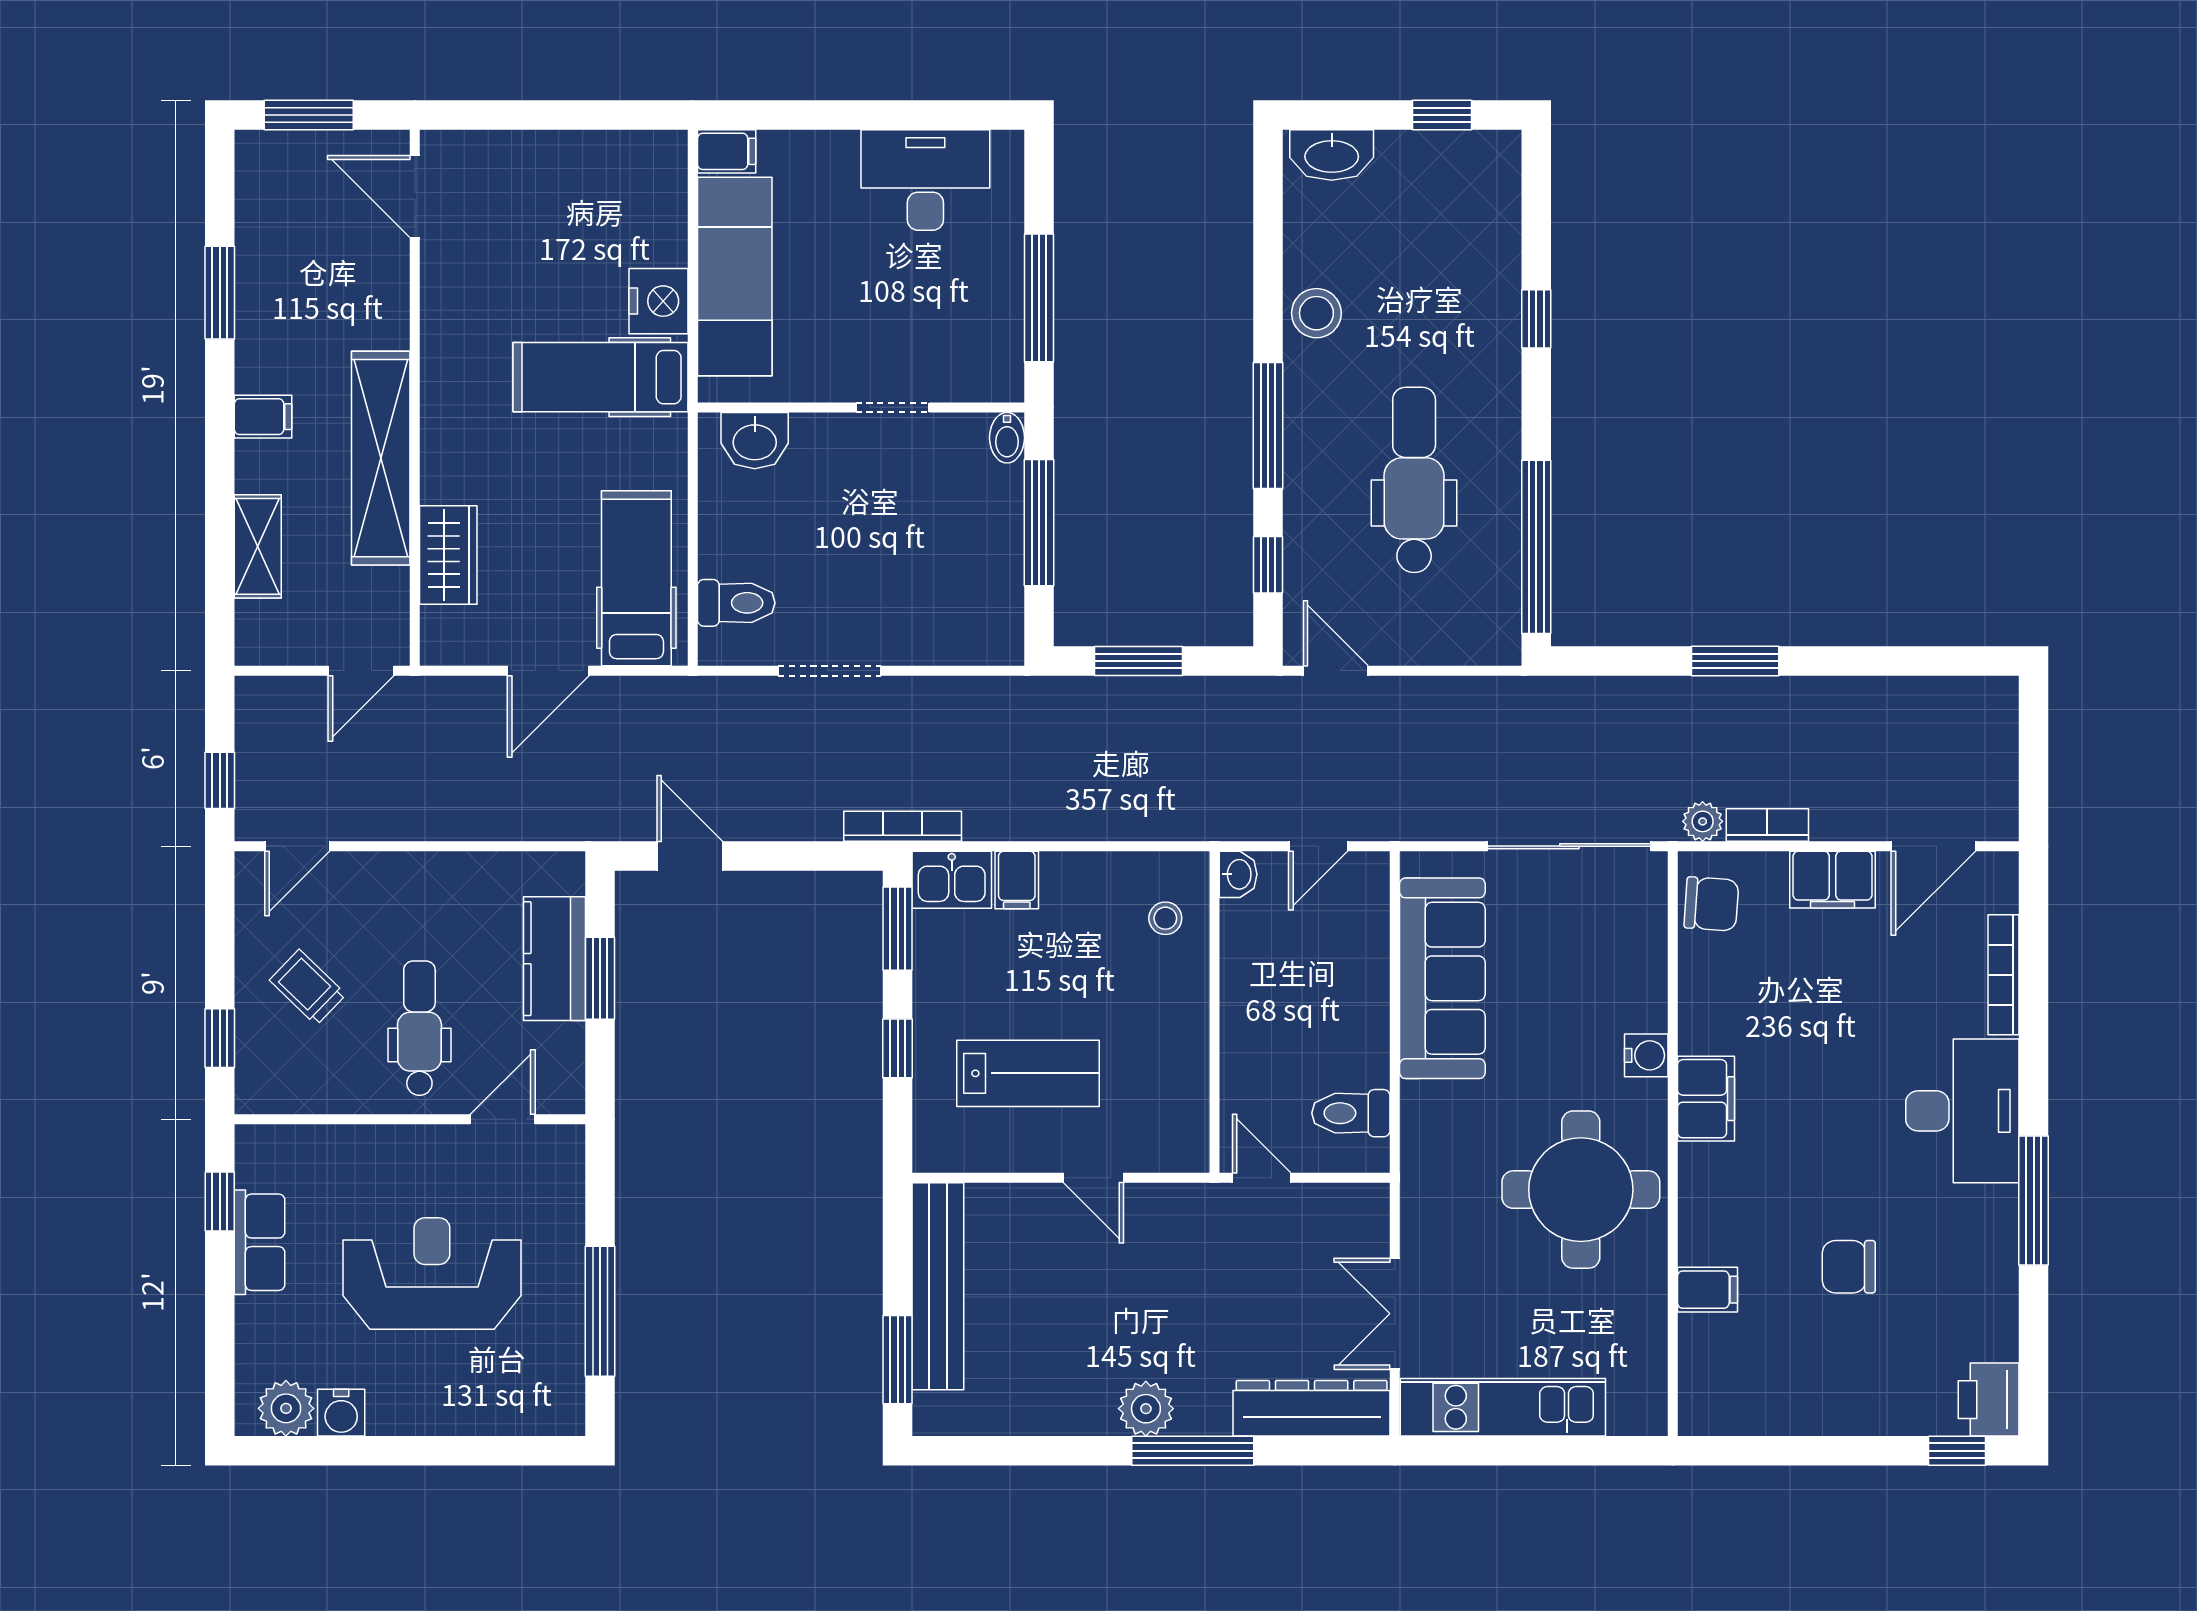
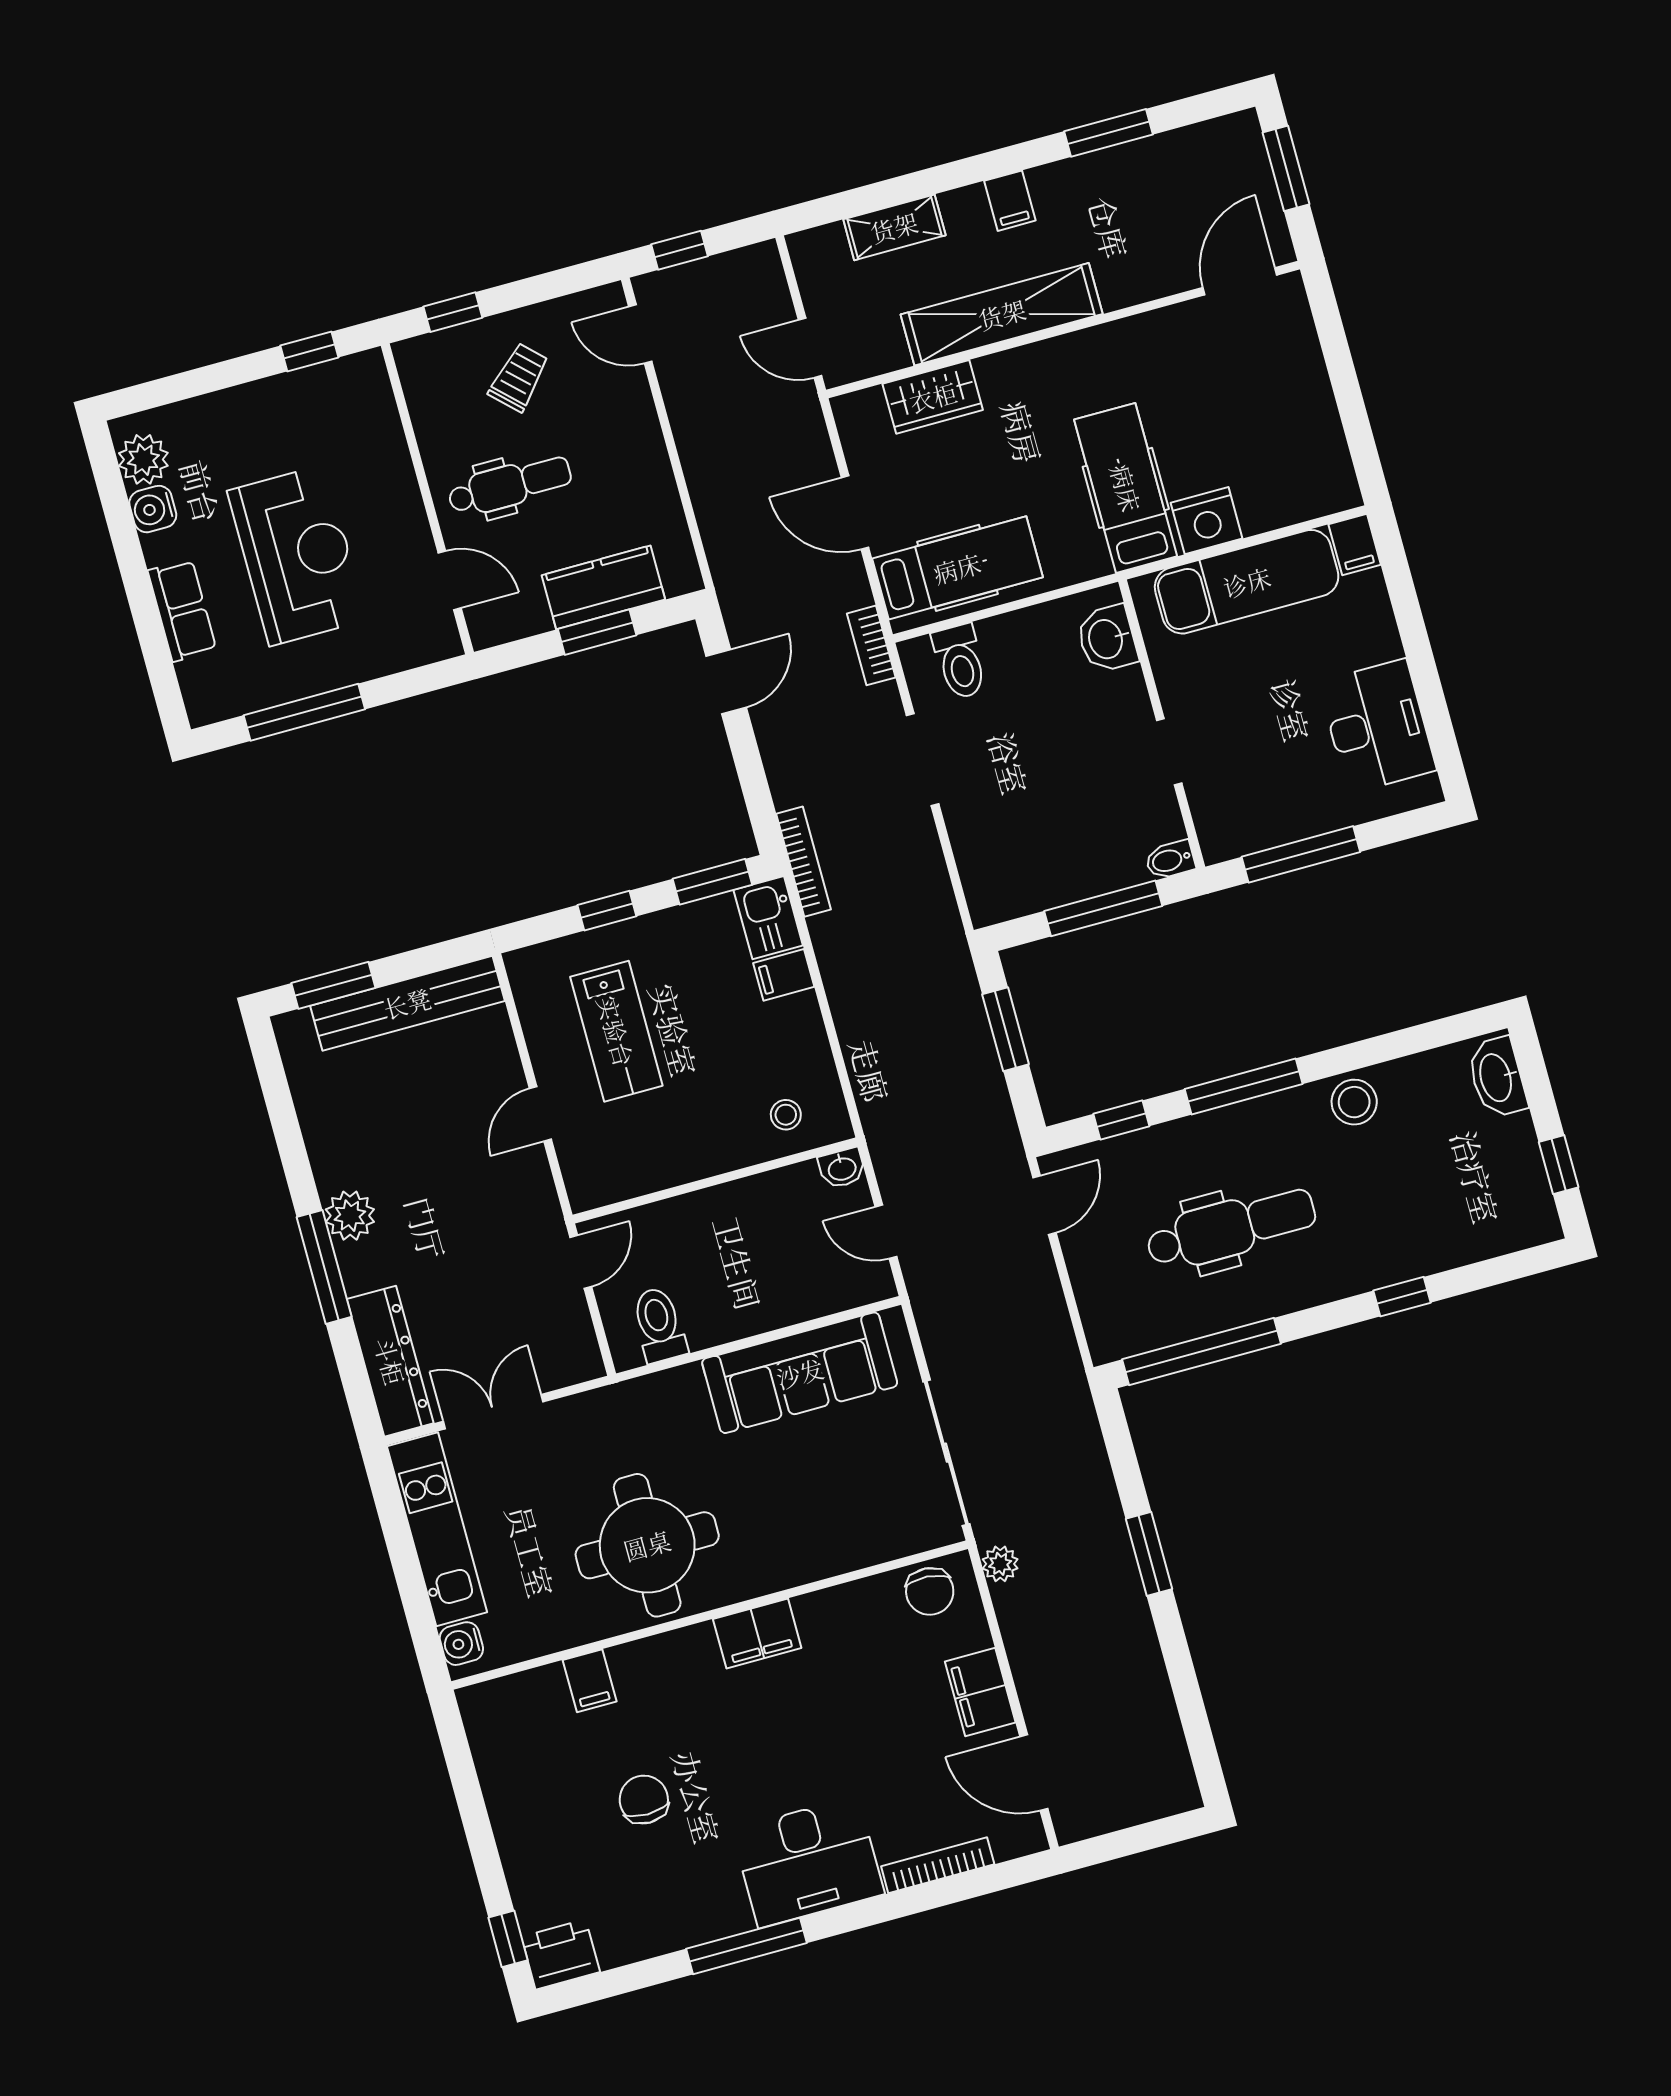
bookcase: (1767, 825) -> (871, 645), moved, turned 180
water cooler: (1646, 1055) -> (461, 1644), moved, turned 90
row of seats: (260, 1242) -> (182, 610), moved, turned -90

